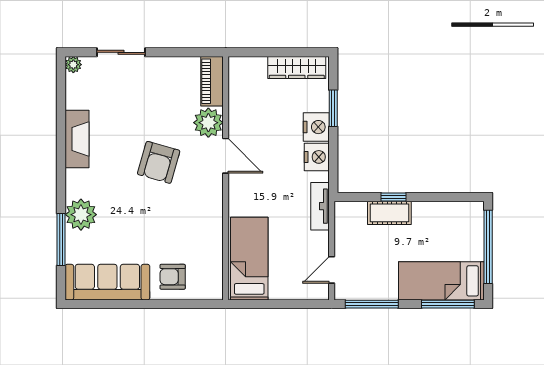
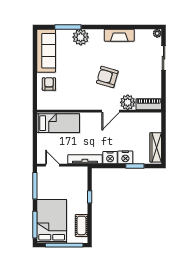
tv unit: (320, 206) -> (85, 159), width x1.41
cot: (389, 213) -> (82, 225), moved
bed: (441, 281) -> (52, 221), width x1.50

